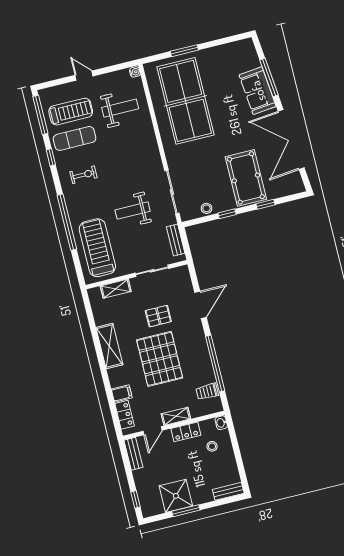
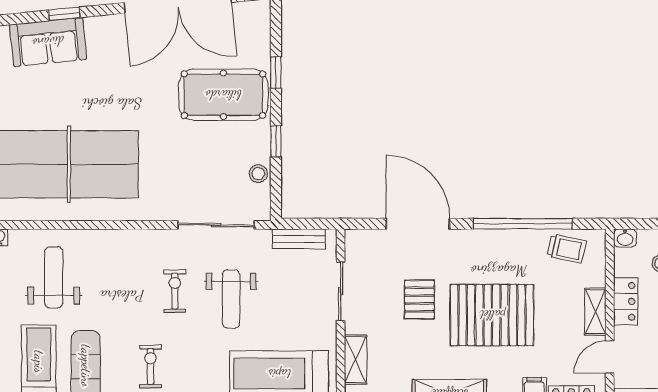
window: (269, 77) -> (64, 14), width x0.46
sofa: (258, 91) -> (48, 42), moved
exercise bike: (129, 178) -> (175, 291), added
door: (201, 305) -> (418, 224), width x1.36
trolley: (207, 392) -> (567, 249), turned -78
door: (152, 431) -> (610, 357), swing flipped

